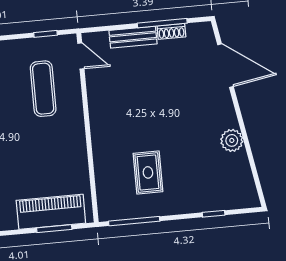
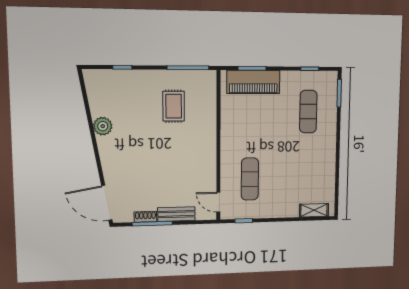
door: (225, 66) -> (107, 203), moved

